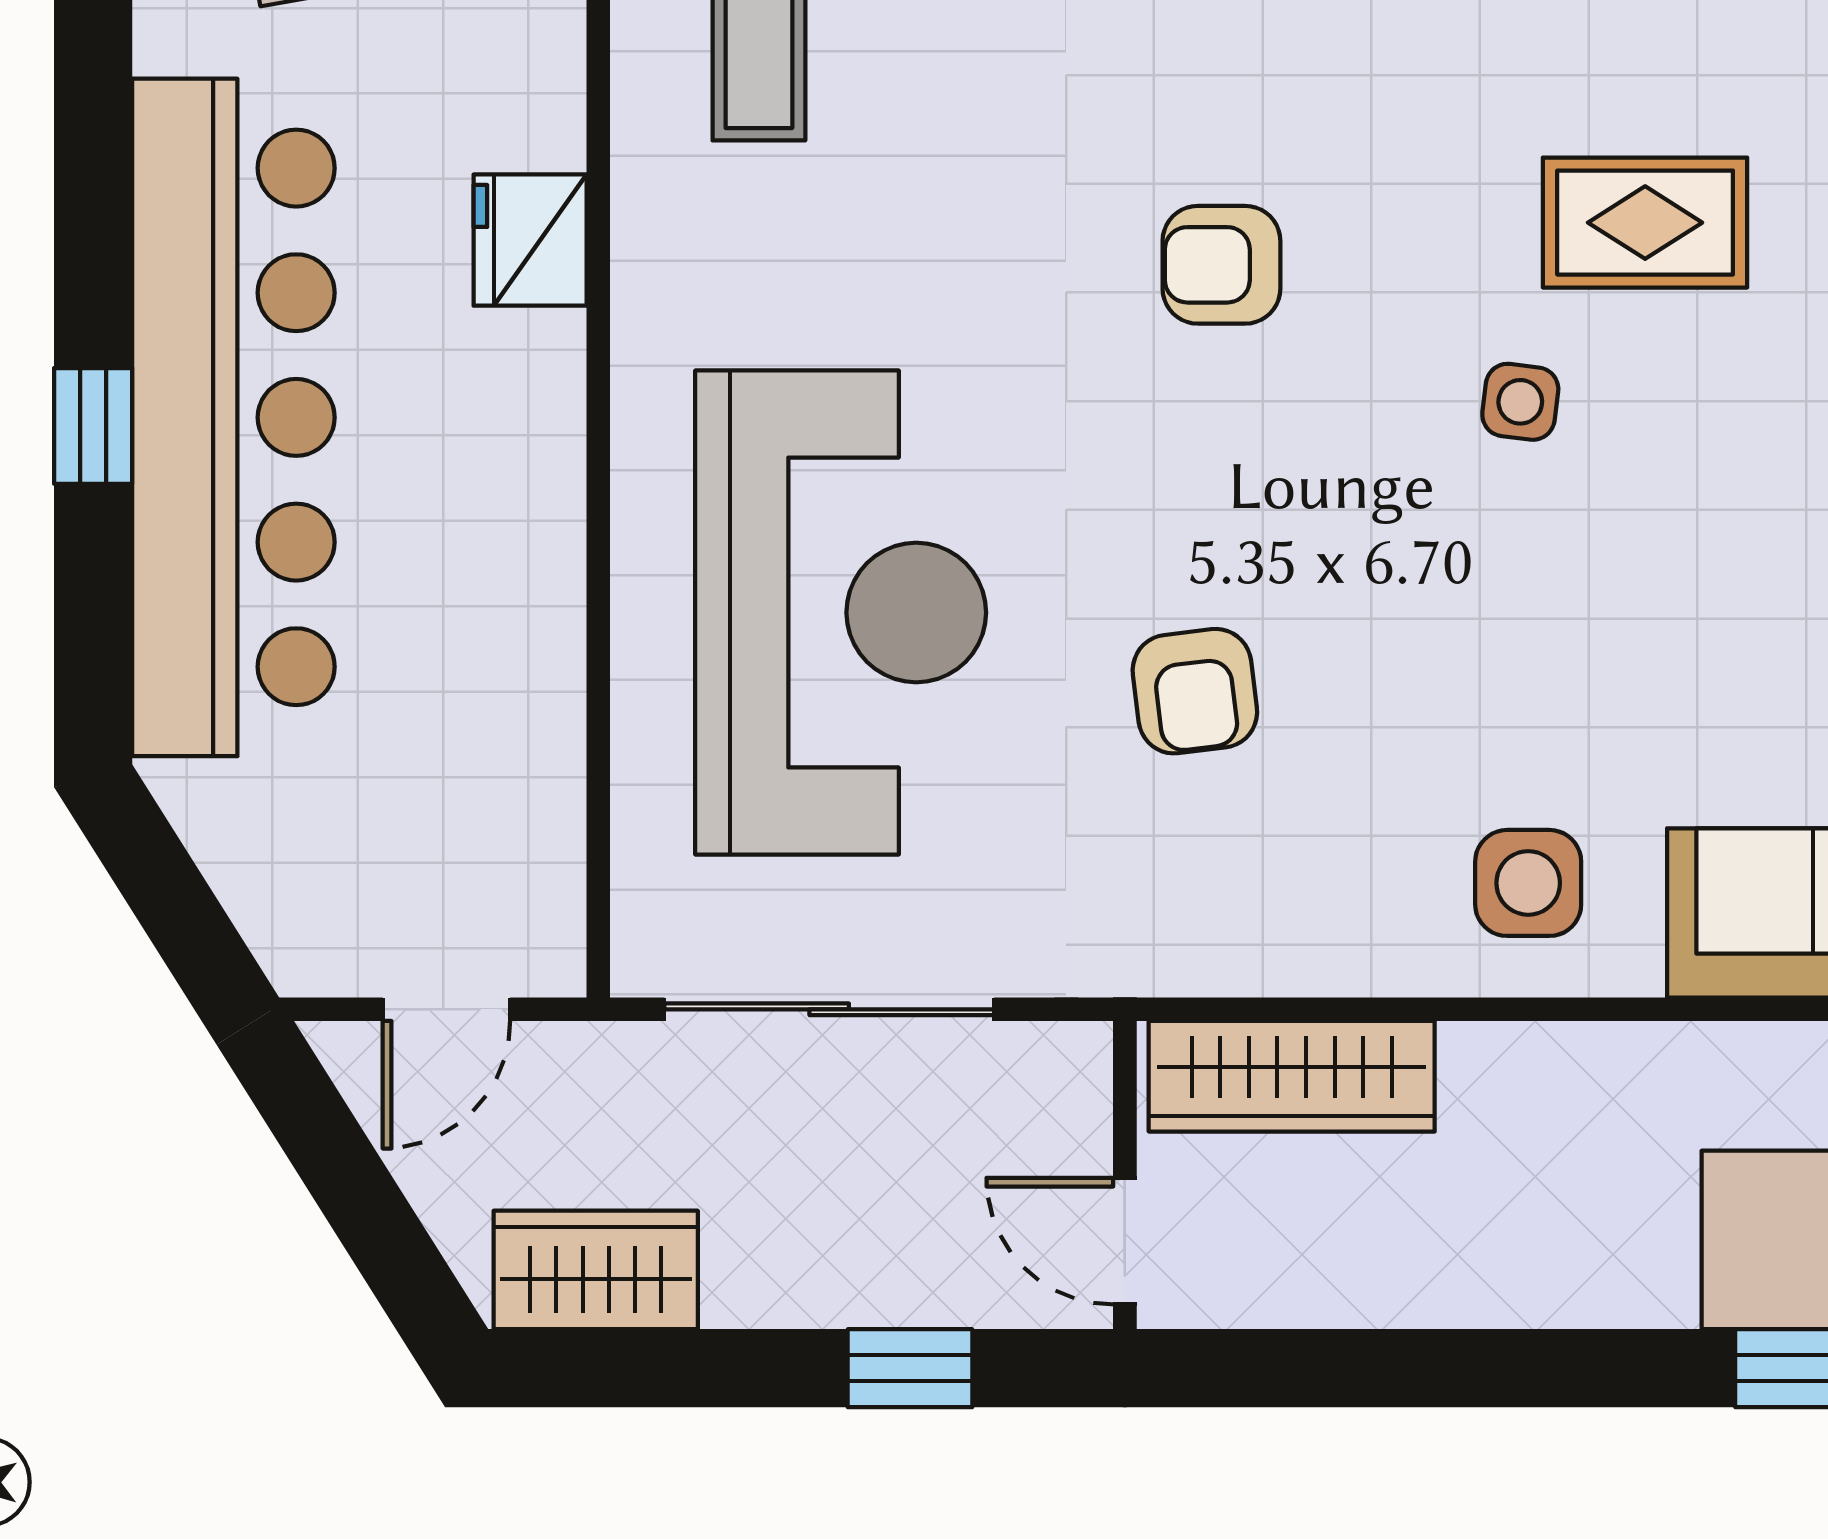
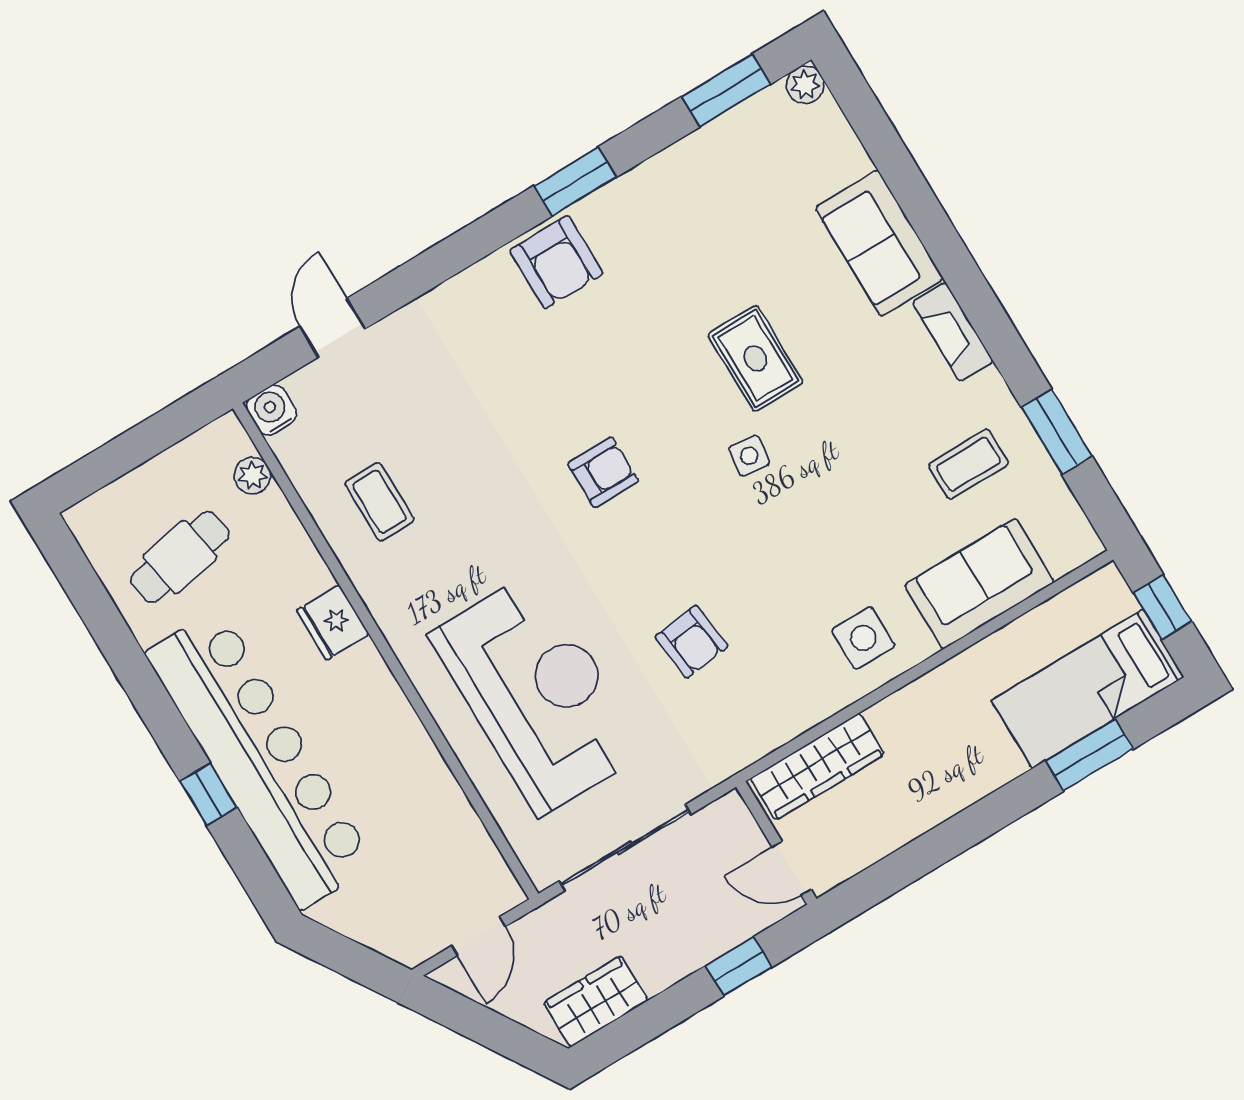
rug: (1645, 223) -> (756, 358), turned 90
armchair: (1221, 265) -> (603, 472), turned 180

